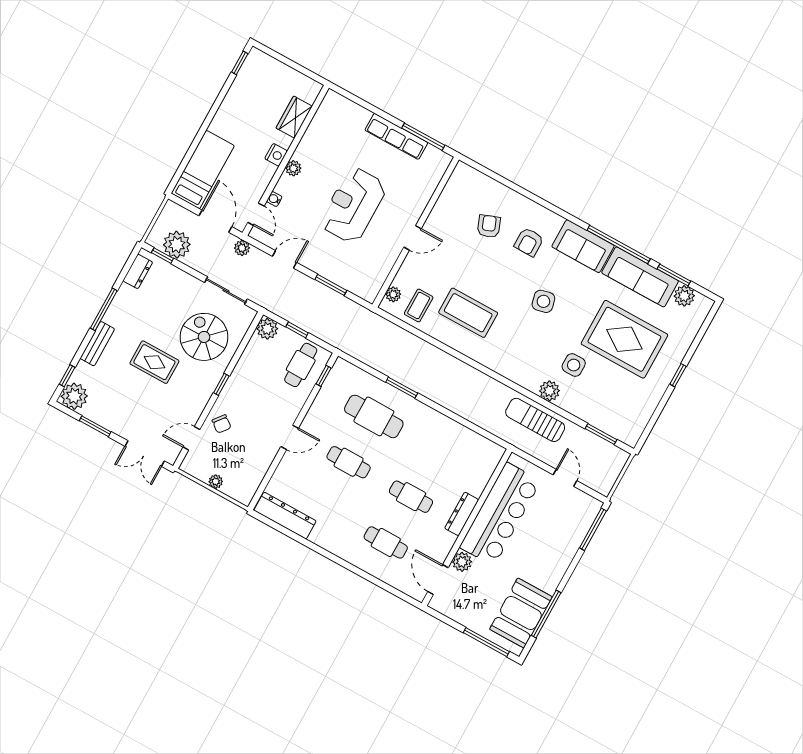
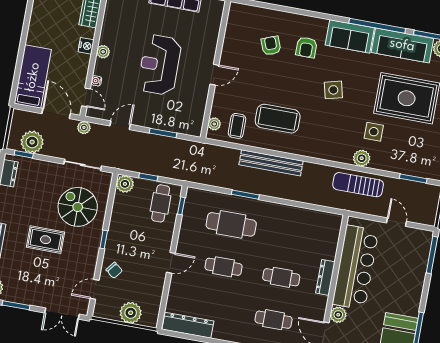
bench: (444, 361) -> (271, 163), added
plant: (216, 482) -> (131, 313), width x1.88, depth x1.88

